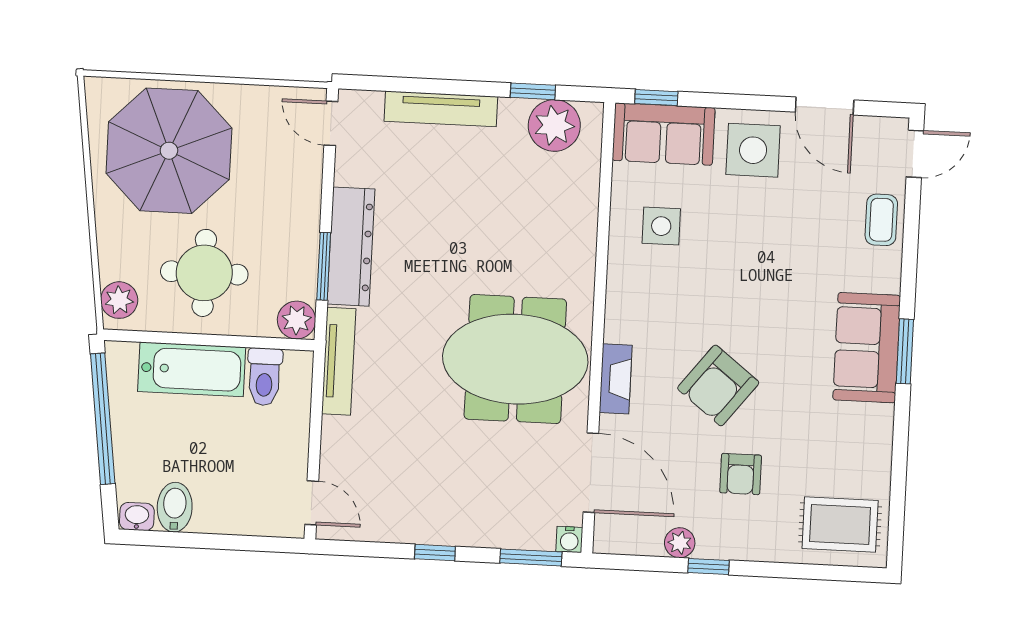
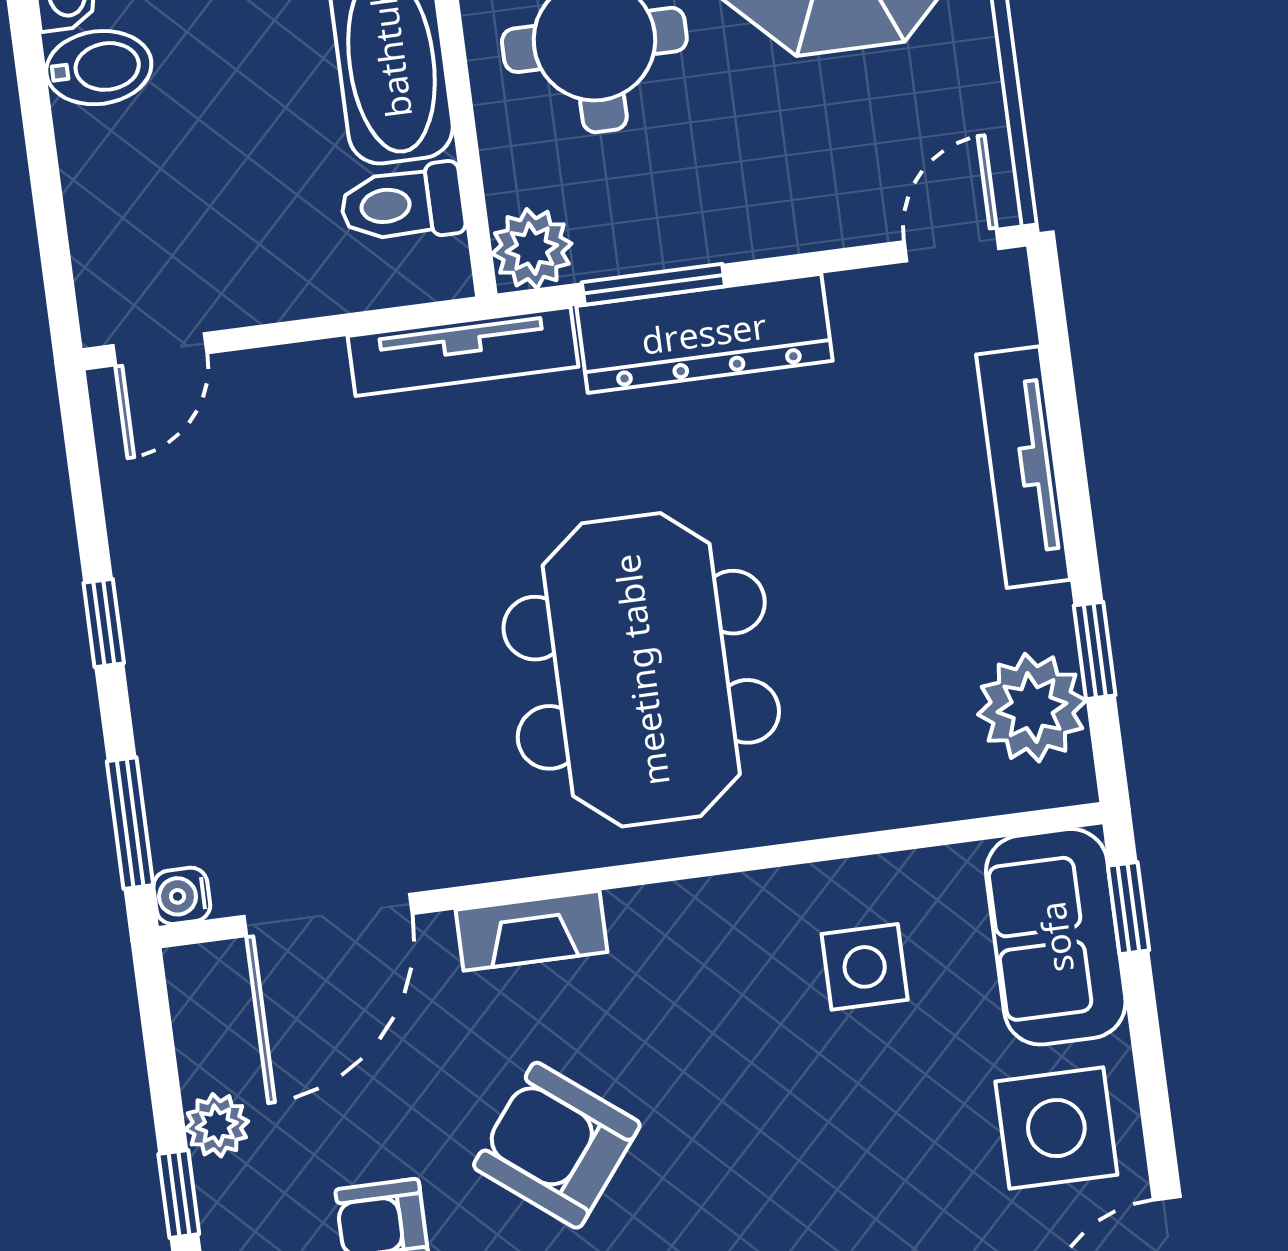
meeting table: (515, 359) -> (641, 670), moved

